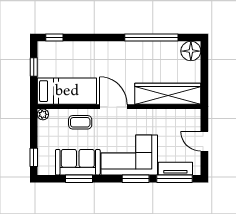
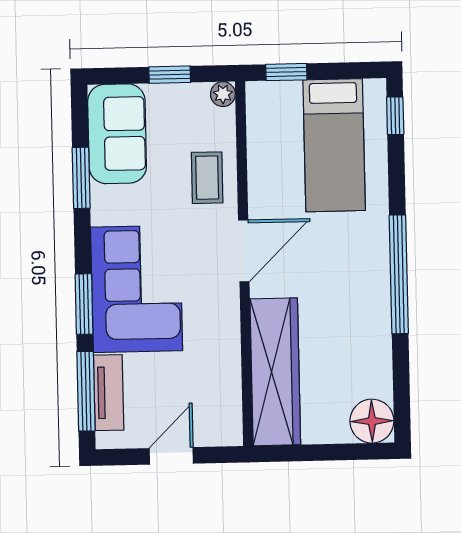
window: (151, 37) -> (399, 274), moved
window: (34, 67) -> (286, 72), moved
bed: (67, 91) -> (334, 145), moved
window: (34, 157) -> (170, 75), moved
sofa: (78, 162) -> (117, 134), moved

